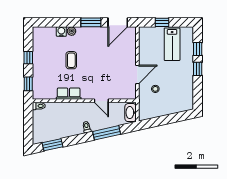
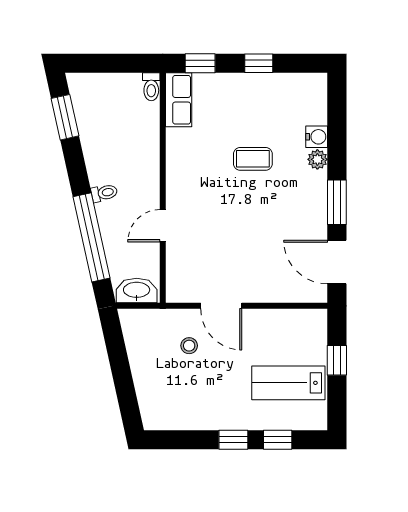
row of seats: (69, 94) -> (179, 100), moved
window: (107, 133) -> (92, 237), width x1.46

